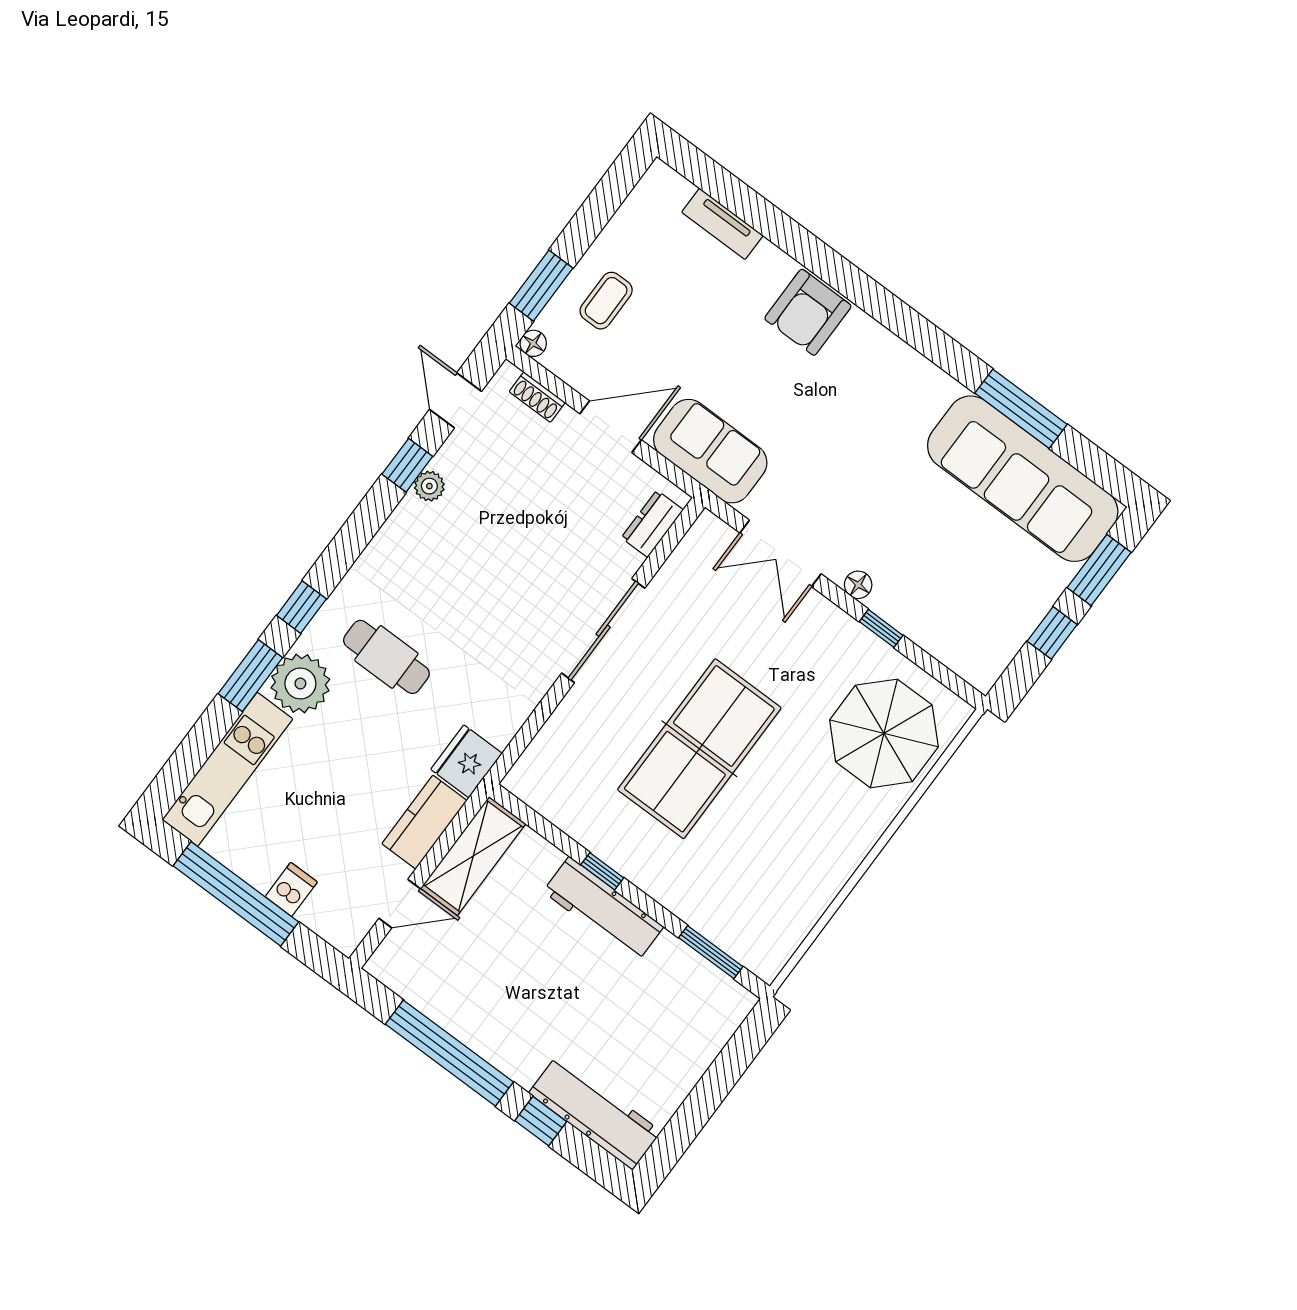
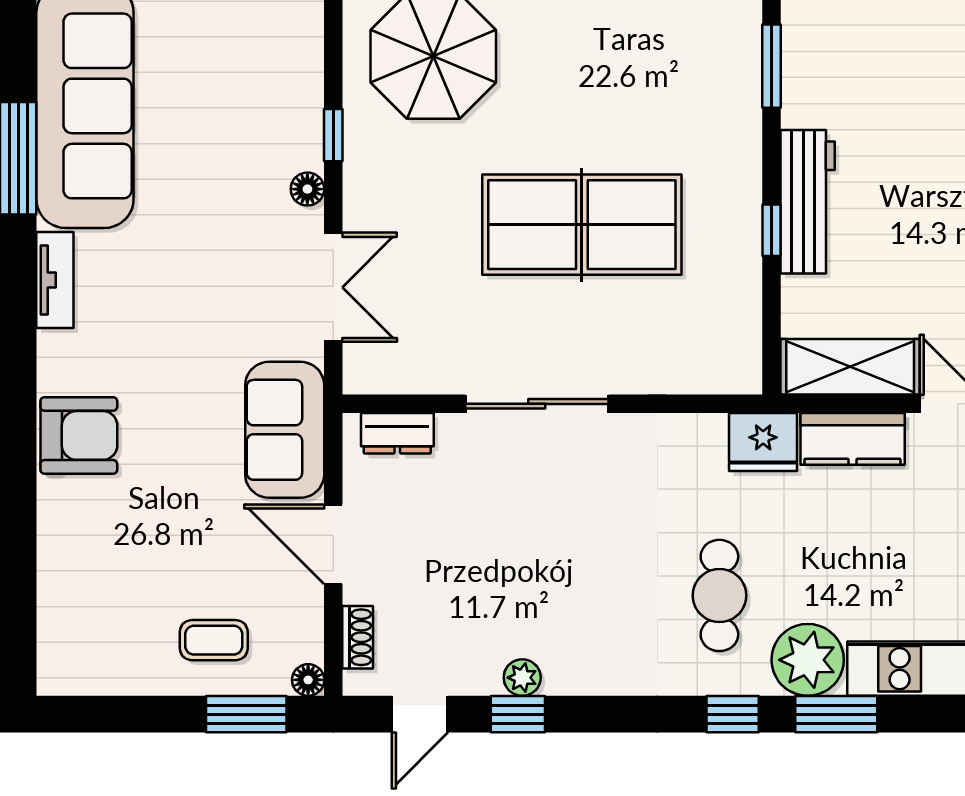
tv unit: (722, 224) -> (55, 280), moved

